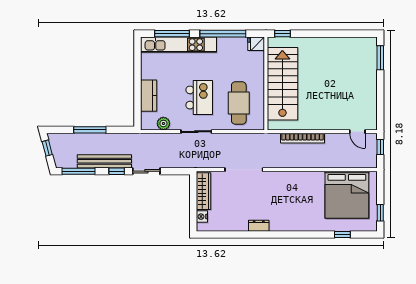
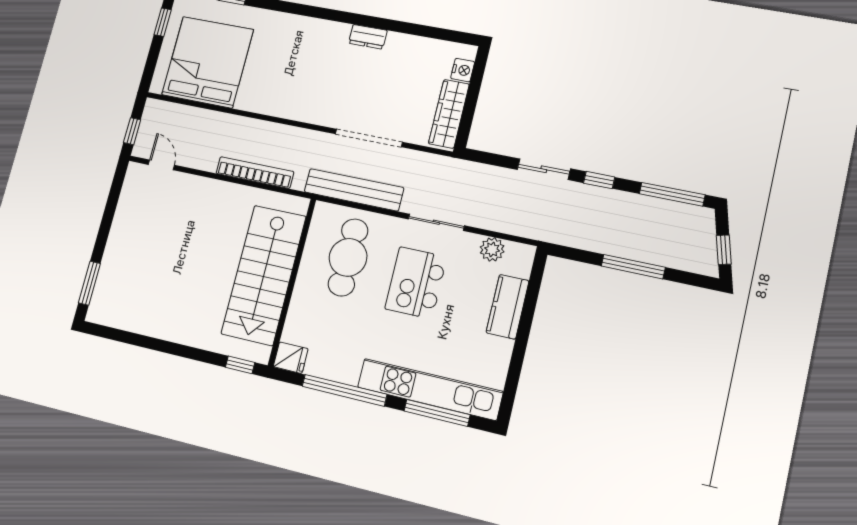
bench: (104, 161) -> (354, 190), moved

